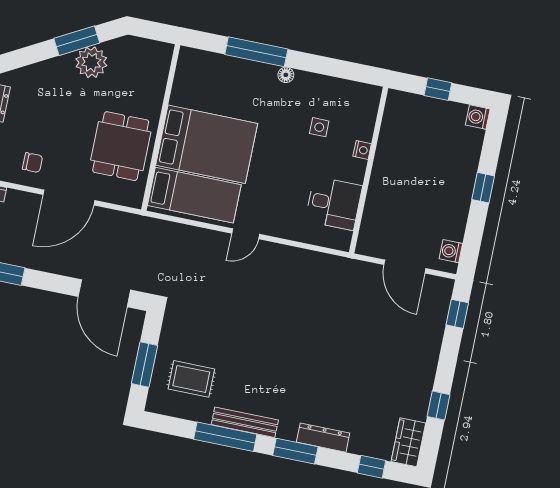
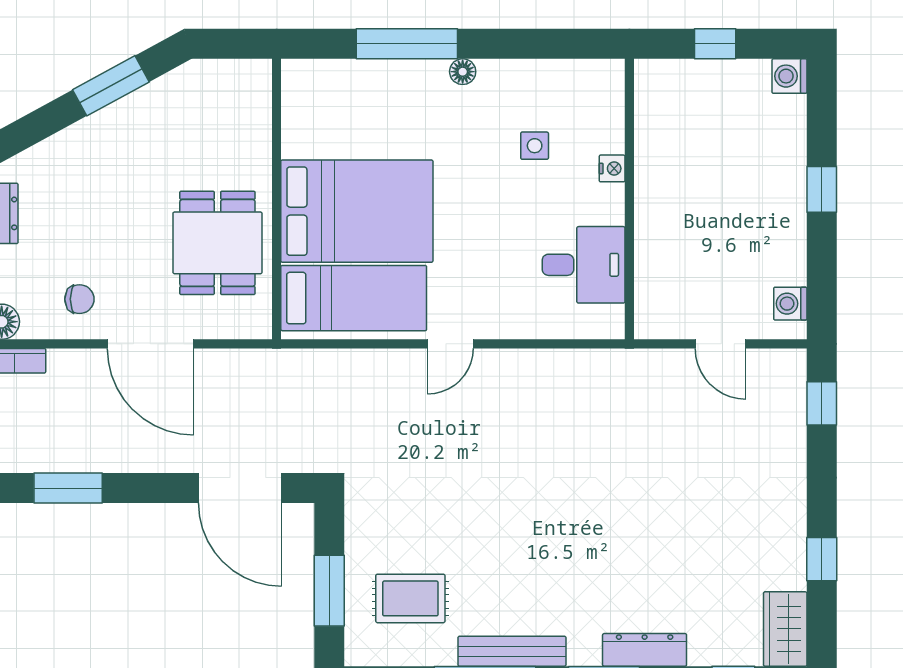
plant: (91, 62) -> (142, 116), removed
door: (69, 198) -> (150, 344), hinge flipped
door: (405, 266) -> (720, 344), width x0.73

